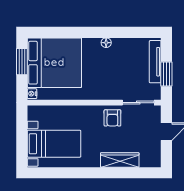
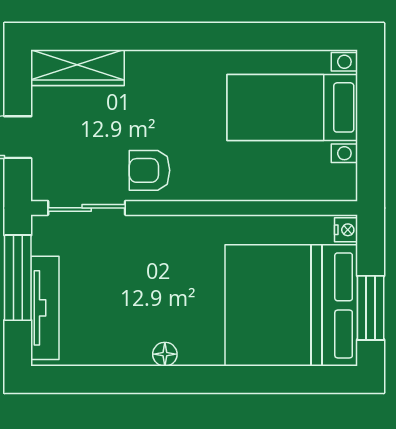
window: (166, 74) -> (18, 278), width x1.44
armchair: (112, 118) -> (150, 170), turned -90
wardrobe: (120, 160) -> (78, 68), moved

